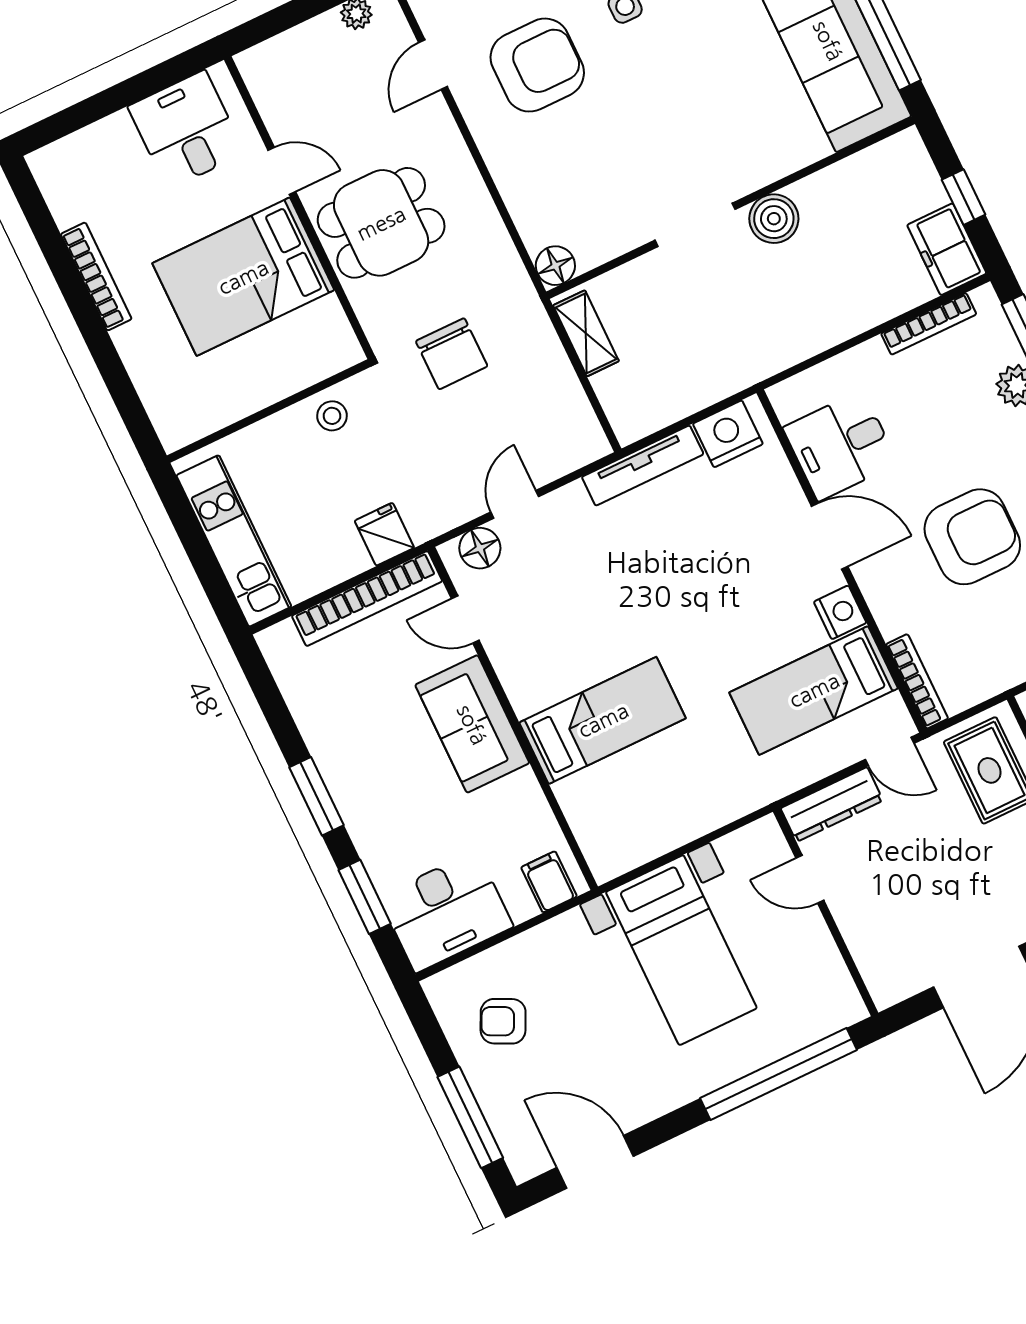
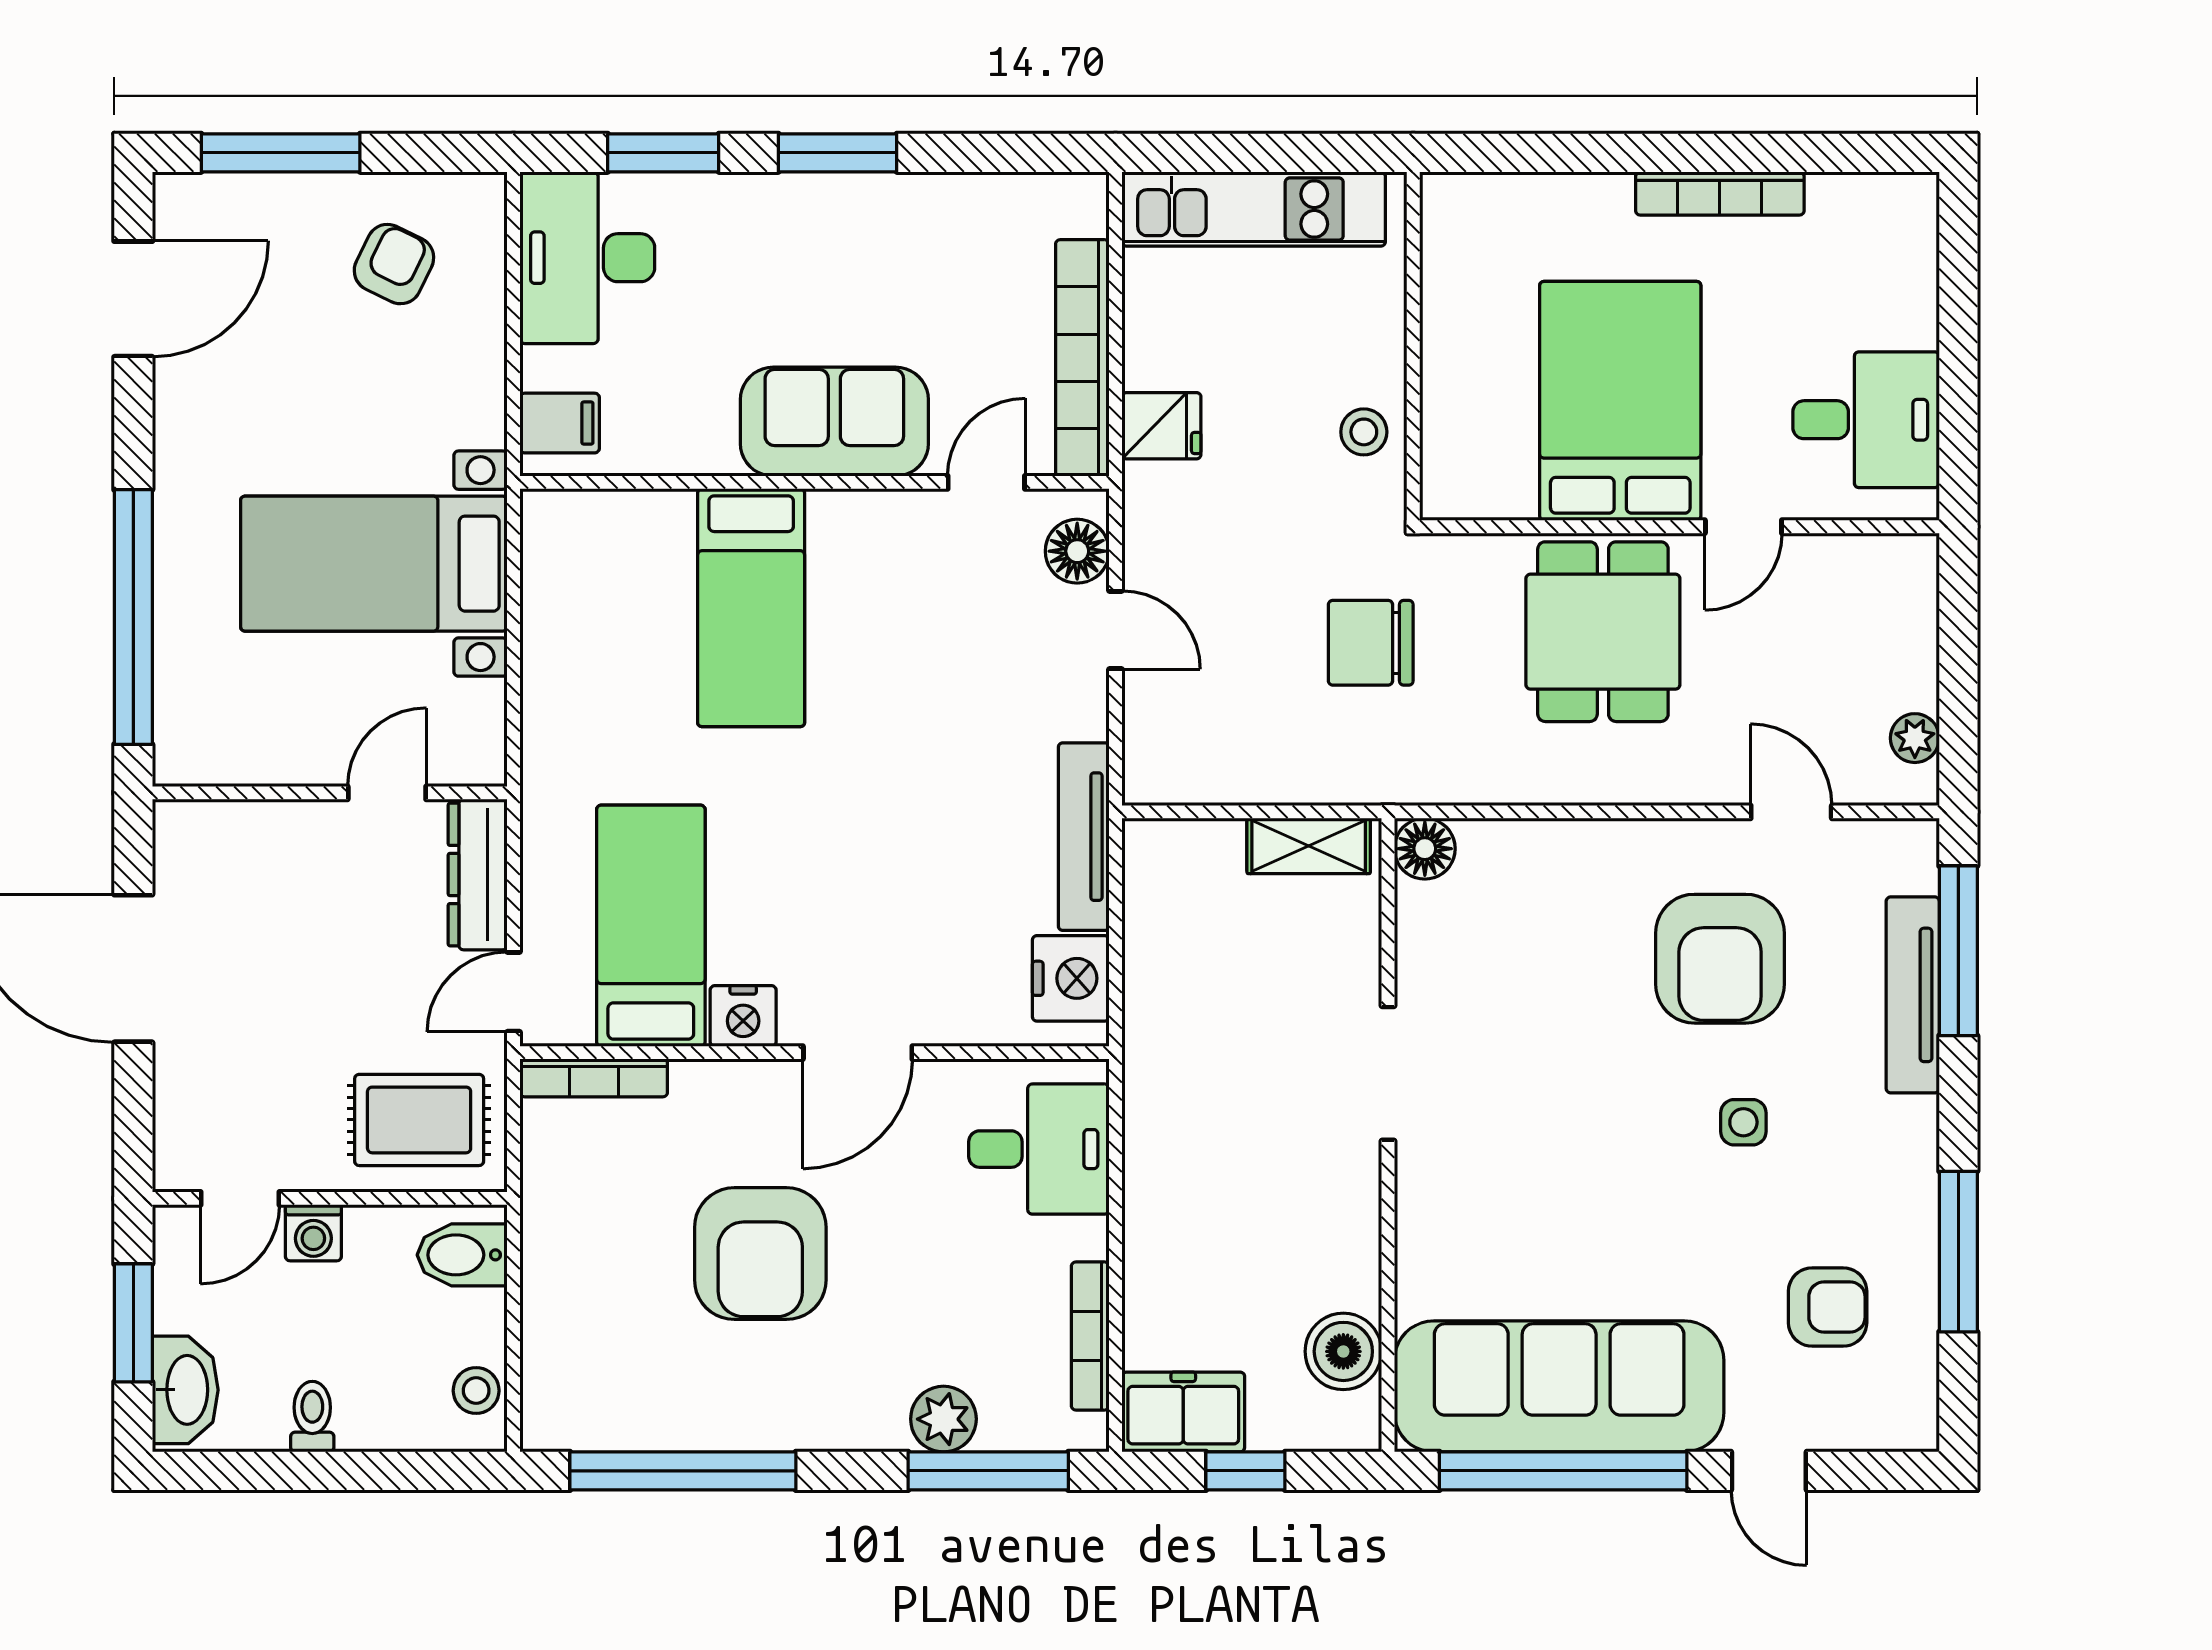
boiler: (774, 219) -> (1343, 1351), moved
desk: (840, 446) -> (1039, 1149), moved, turned 90

